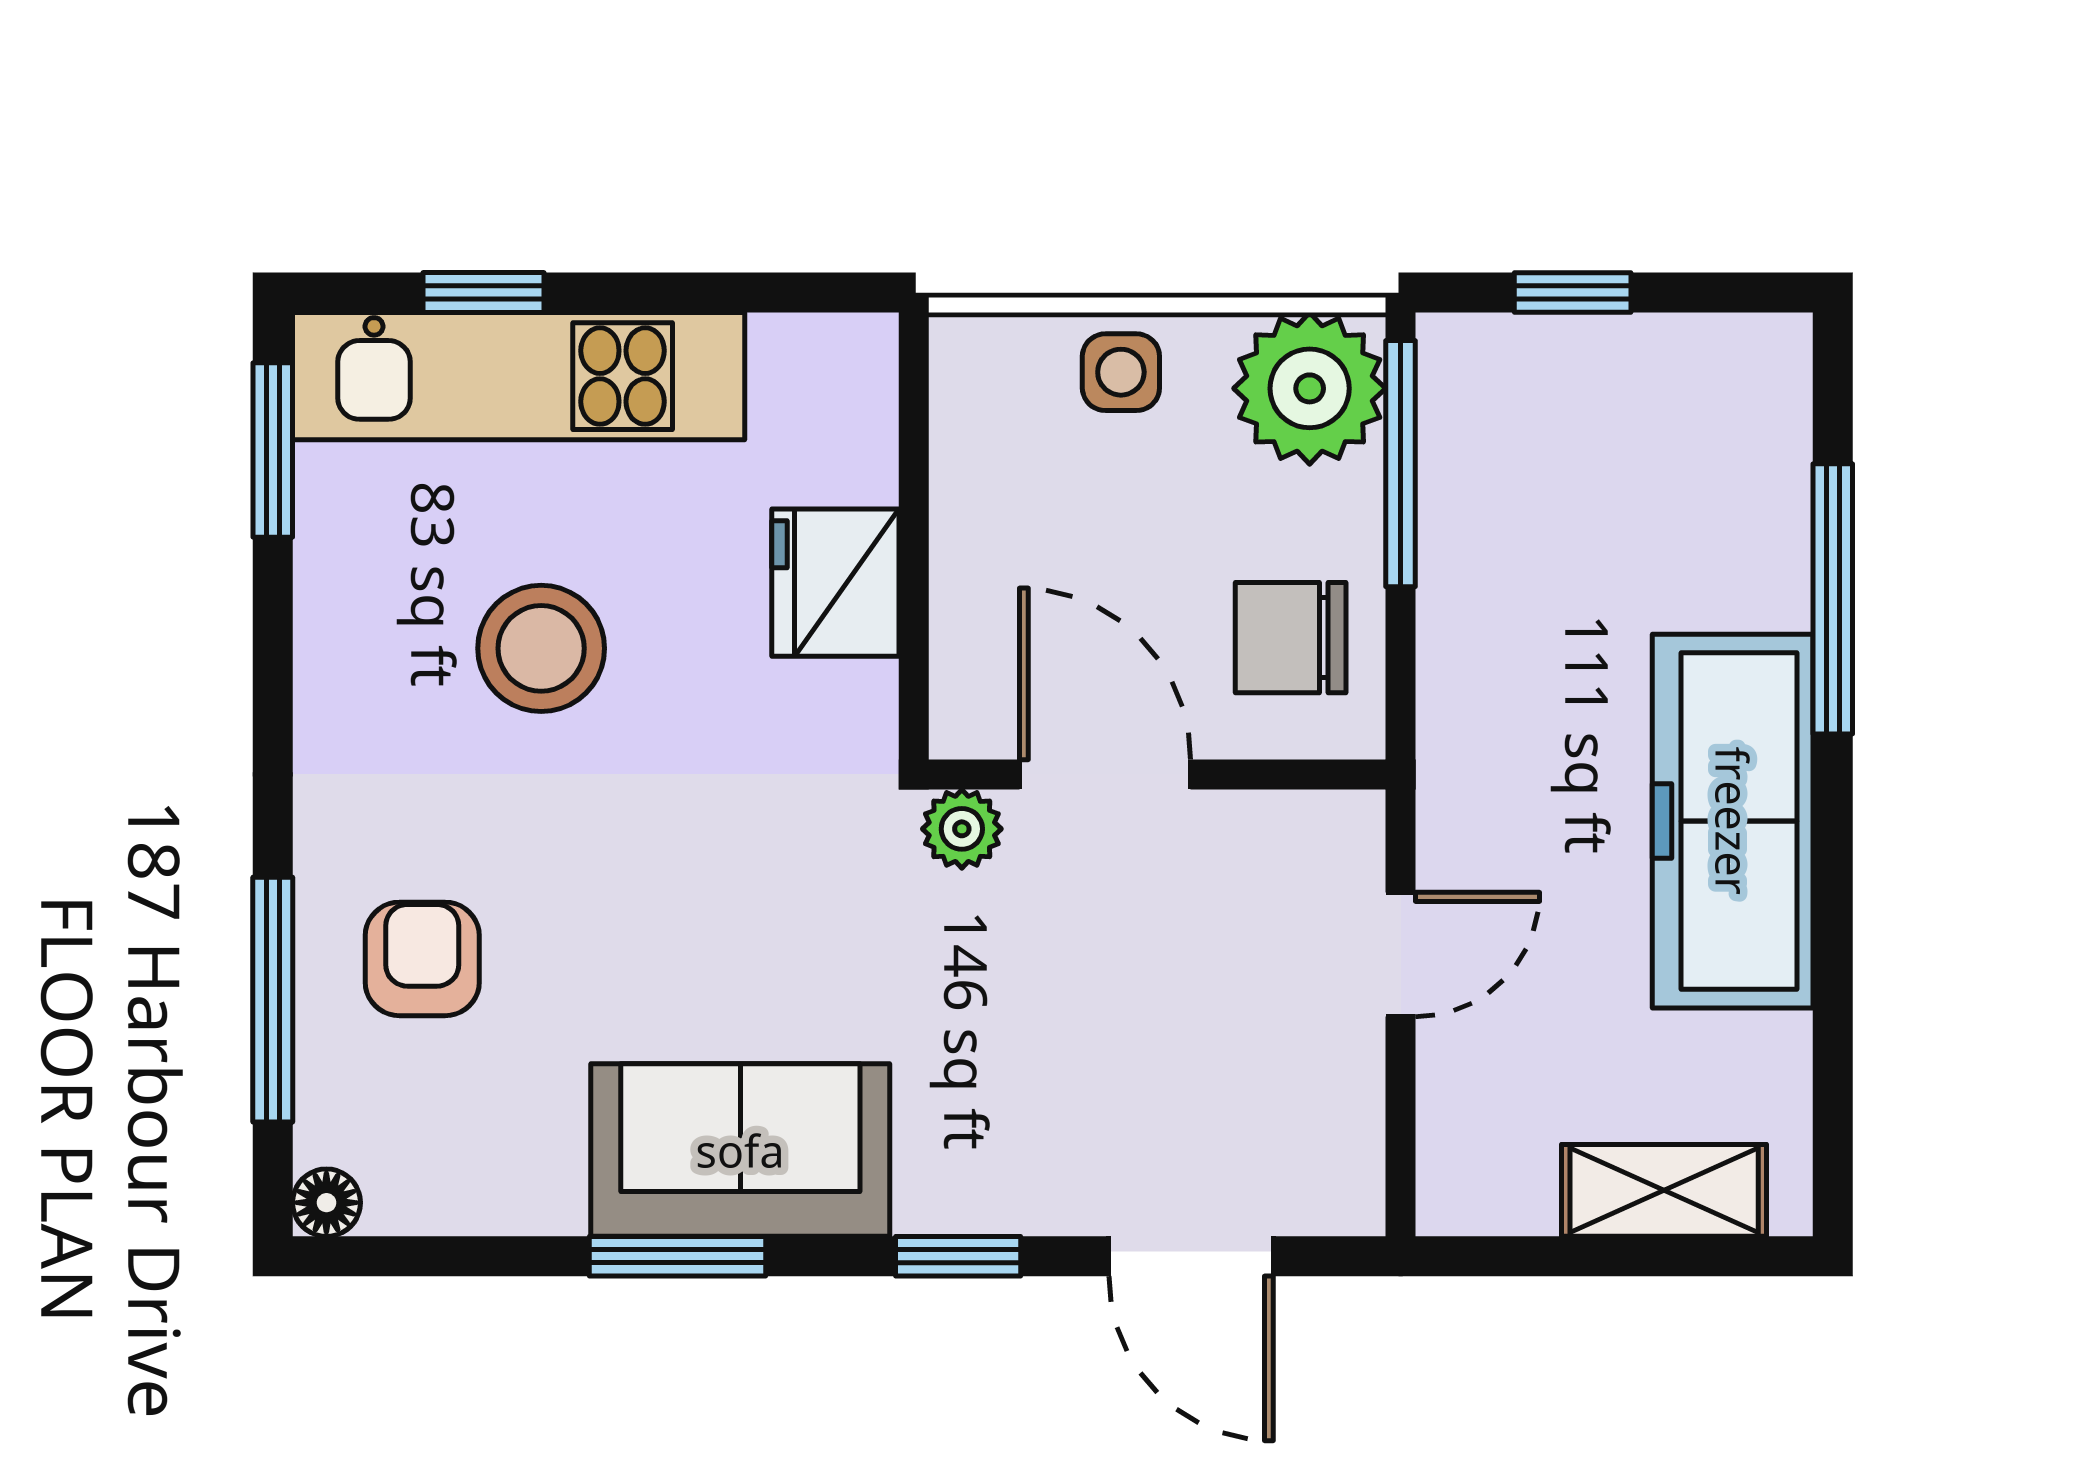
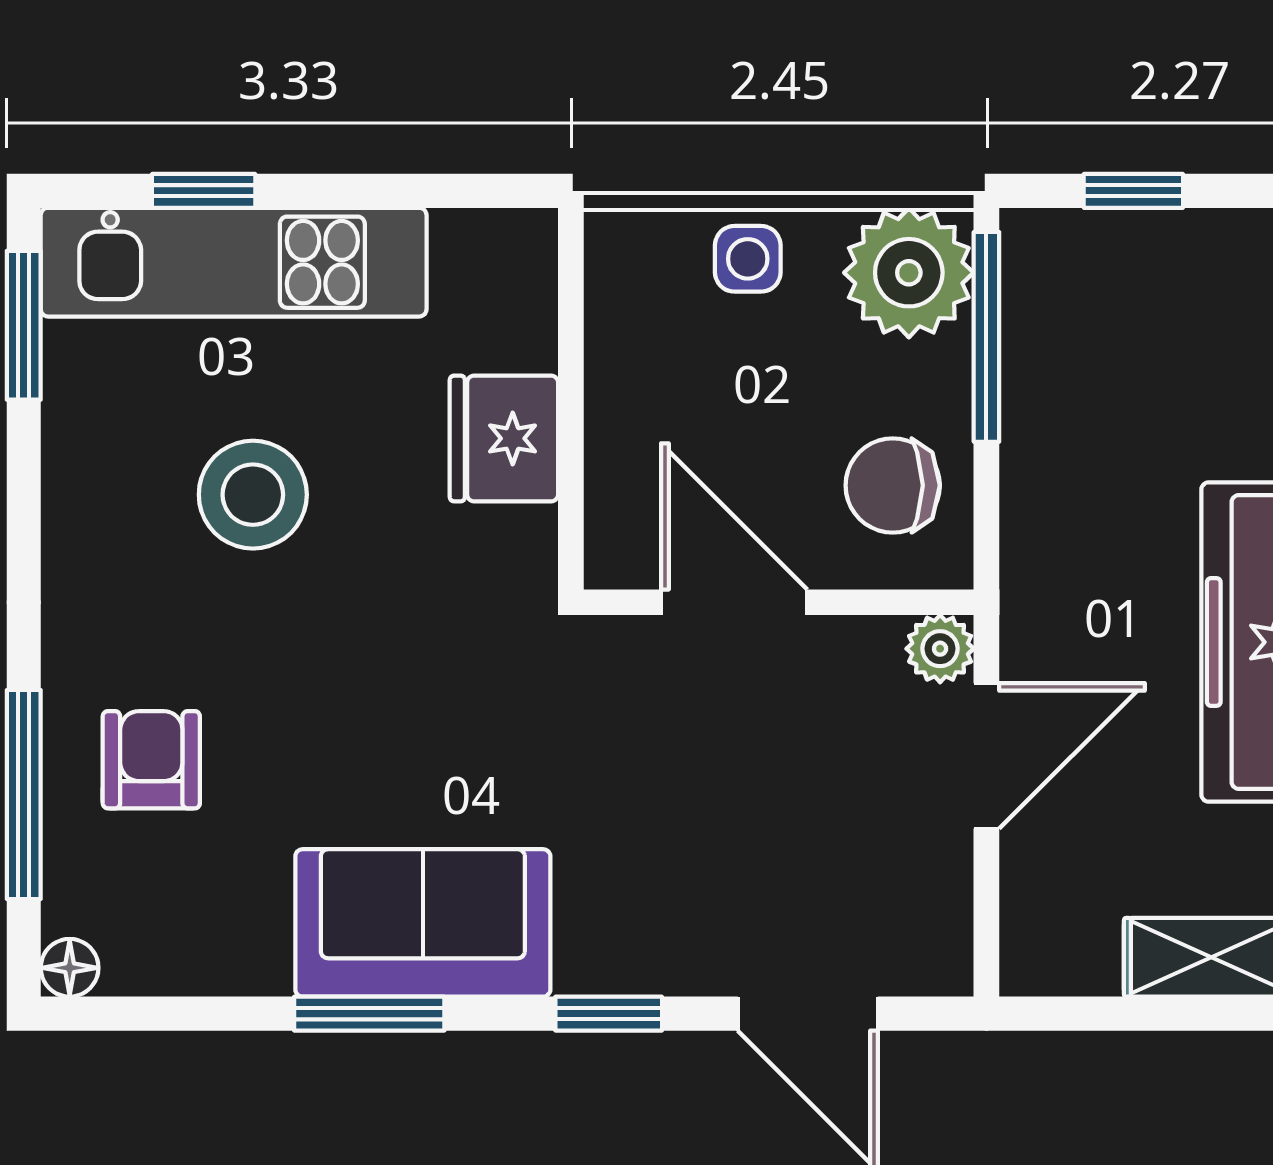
plant: (962, 829) -> (940, 649), moved
door: (1401, 954) -> (986, 756), width x1.38

